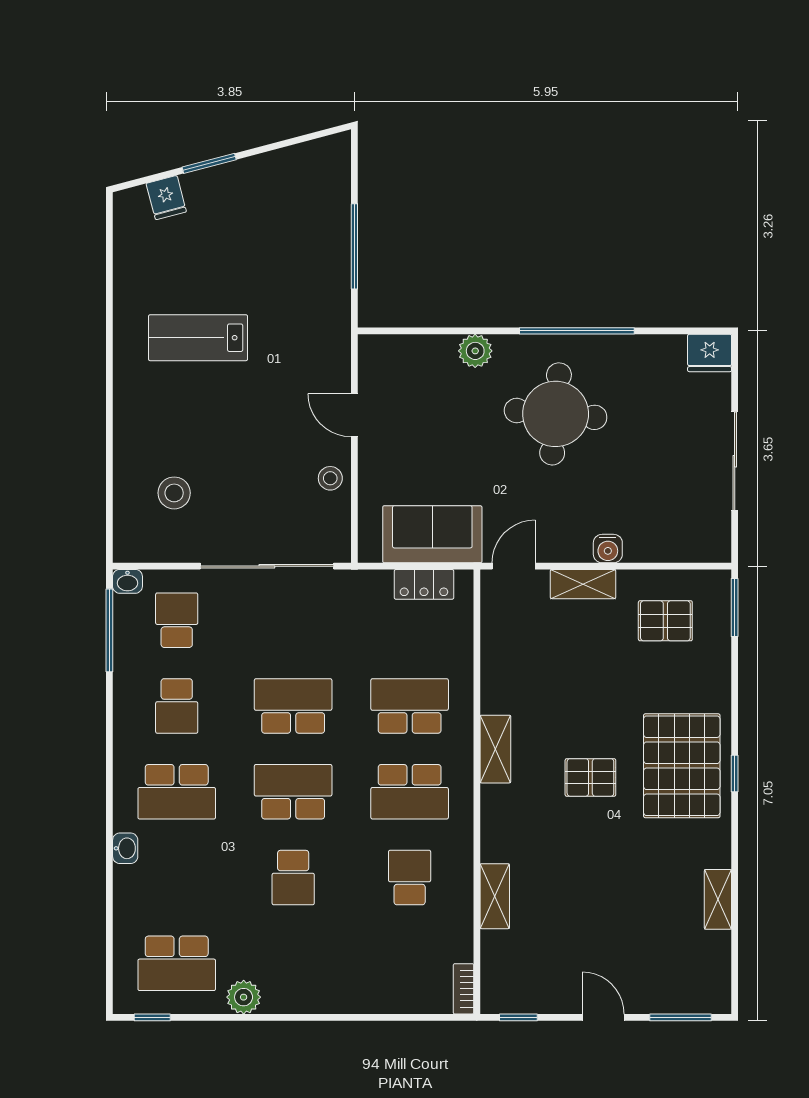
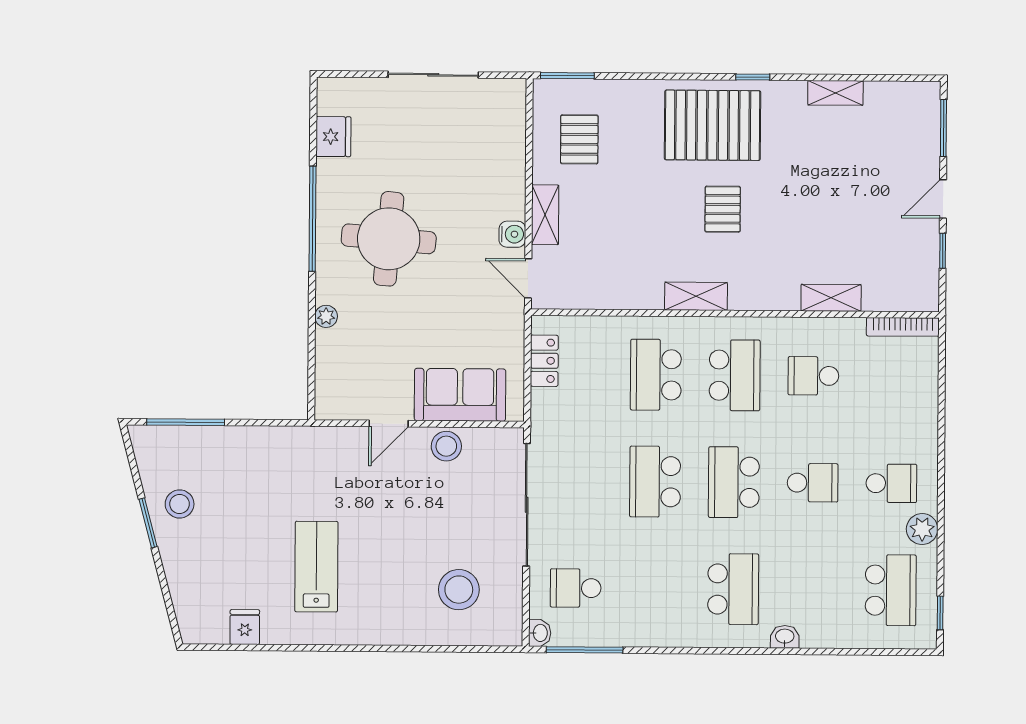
window: (209, 163) -> (148, 523), moved
stool: (265, 188) -> (180, 504), added
fridge: (166, 198) -> (245, 627), moved, turned -75
window: (354, 246) -> (186, 422), moved
lab bench: (198, 338) -> (316, 567), turned 180
plant: (475, 351) -> (326, 316), width x0.73, depth x0.73
fridge: (710, 353) -> (333, 137), moved
stool: (330, 478) -> (446, 446), width x1.37, depth x1.37
stool: (174, 493) -> (459, 590), width x1.38, depth x1.38
sofa: (432, 534) -> (460, 395), moved, turned 90
water cooler: (608, 549) -> (512, 234), moved
school desk: (177, 706) -> (891, 483), moved
window: (735, 773) -> (753, 77), moved
bookcase: (464, 989) -> (903, 327), width x1.56
window: (518, 1017) -> (943, 251), moved

